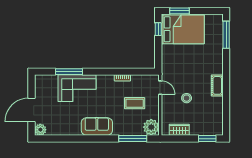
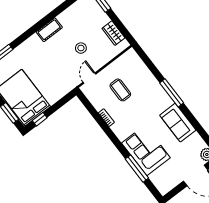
sofa: (97, 126) -> (178, 123), moved
plant: (151, 127) -> (130, 59), removed
window: (133, 139) -> (172, 93), moved

